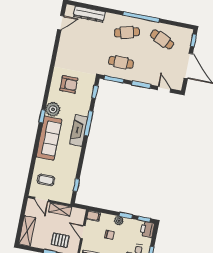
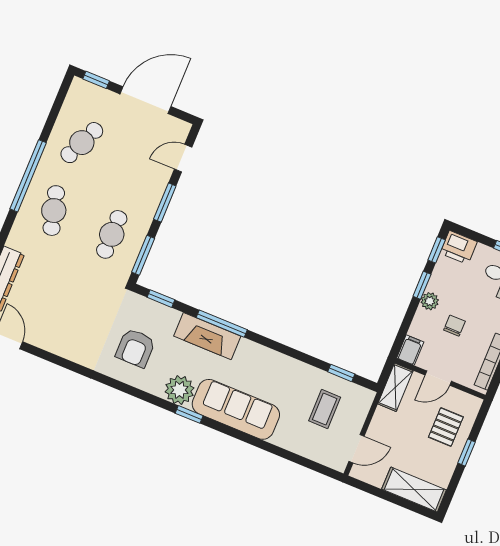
armchair: (69, 84) -> (135, 348), turned 180
fireplace: (79, 131) -> (207, 336), moved
coffee table: (46, 180) -> (325, 409), moved
shelving: (60, 209) -> (395, 387), moved

